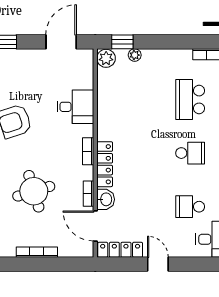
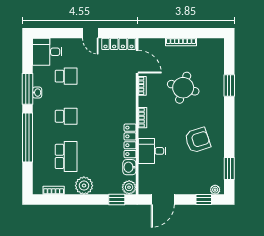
plant: (135, 55) -> (84, 186), moved, width x1.87, depth x1.87
school desk: (190, 153) -> (66, 116), turned 180
locker: (105, 164) -> (130, 141), moved
round table: (34, 191) -> (183, 88), turned 34
washbasin: (106, 199) -> (129, 167), moved

